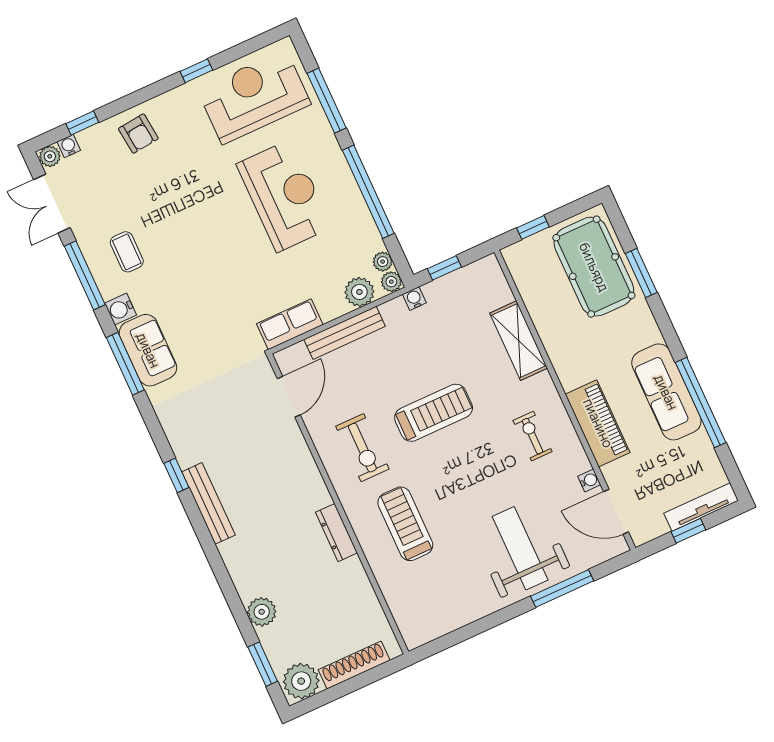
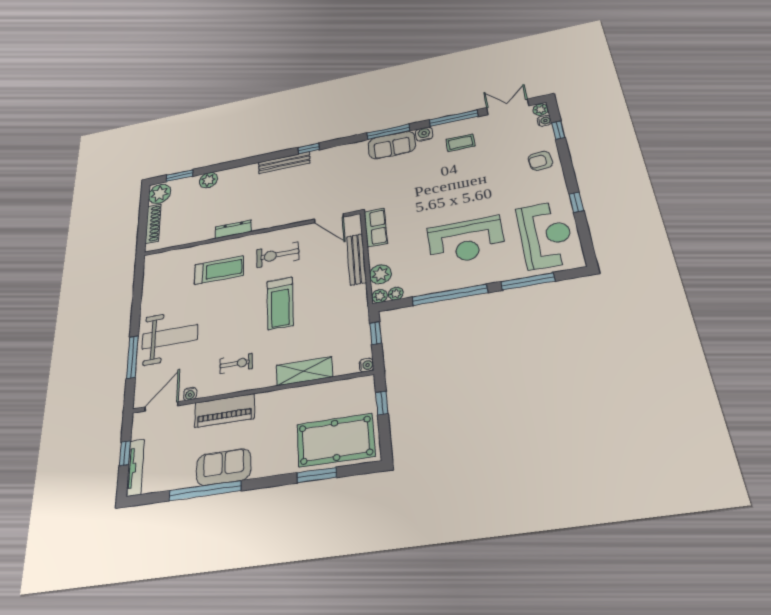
water cooler: (414, 299) -> (367, 365), moved
sofa: (666, 392) -> (224, 467), width x0.73

